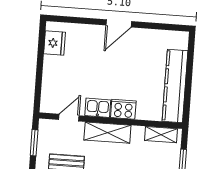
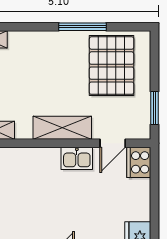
cooker: (123, 109) -> (139, 162), moved, turned 90

